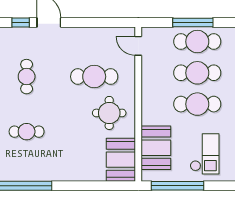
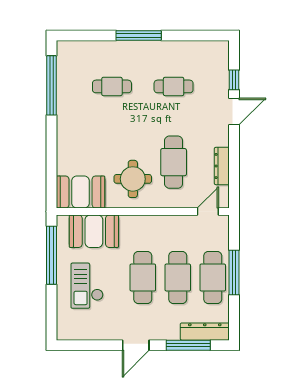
dresser: (98, 33) -> (222, 166), added
cafe table: (27, 132) -> (112, 86), turned 90
checkout: (205, 154) -> (87, 286), turned 90

